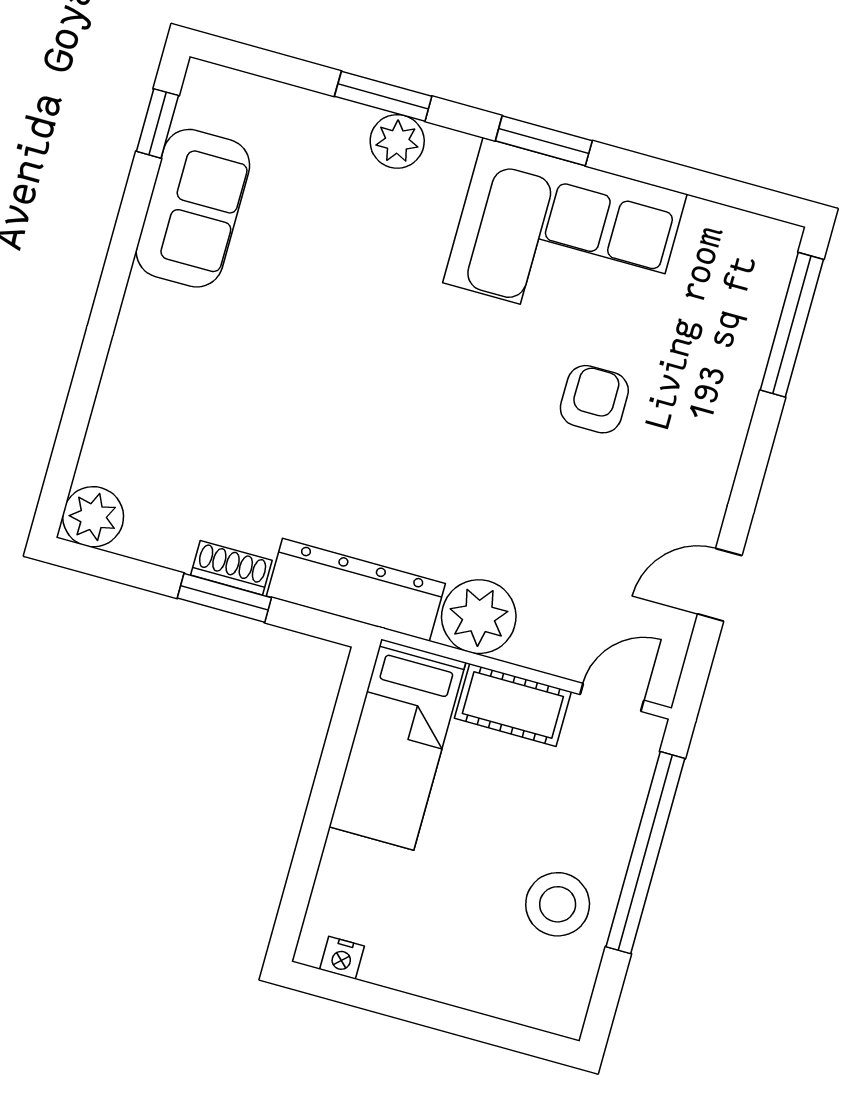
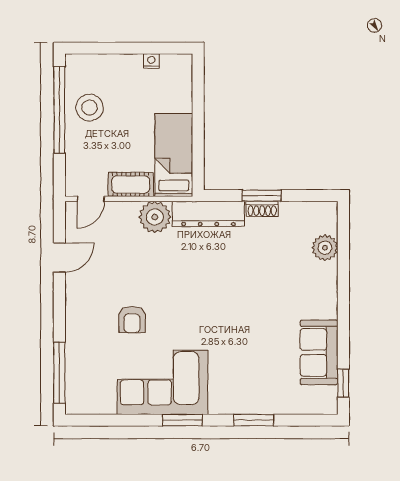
plant: (397, 141) -> (243, 403), removed
plant: (93, 517) -> (325, 248), moved
window: (645, 853) -> (59, 110), moved
nightstand: (342, 958) -> (151, 61), moved

